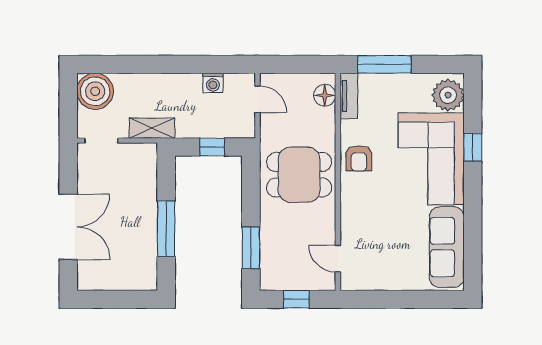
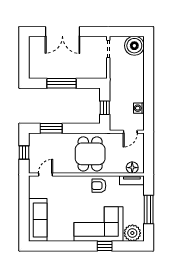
window: (384, 64) -> (149, 210), moved
shelving: (152, 128) -> (115, 76), removed
sofa: (447, 247) -> (38, 220), moved, turned 90

